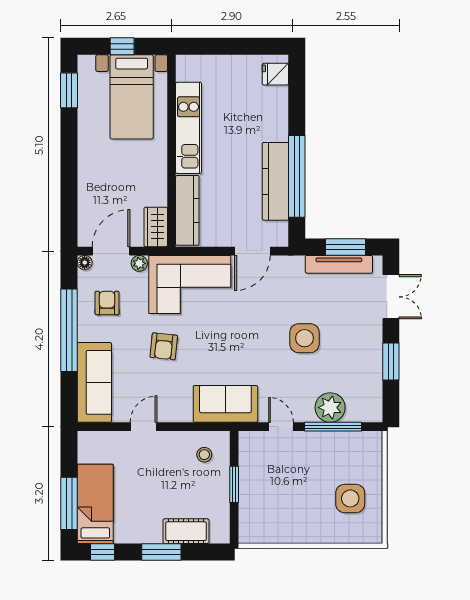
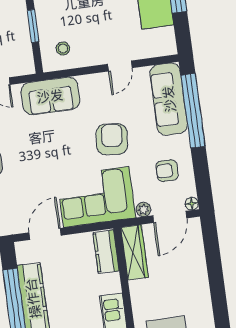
kitchen counter: (187, 210) -> (106, 252), width x0.67
wardrobe: (156, 227) -> (135, 252), width x1.50
armchair: (107, 303) -> (167, 171), turned 90
window: (69, 330) -> (193, 111), moved
armchair: (164, 346) -> (112, 139), width x1.38, depth x1.38

